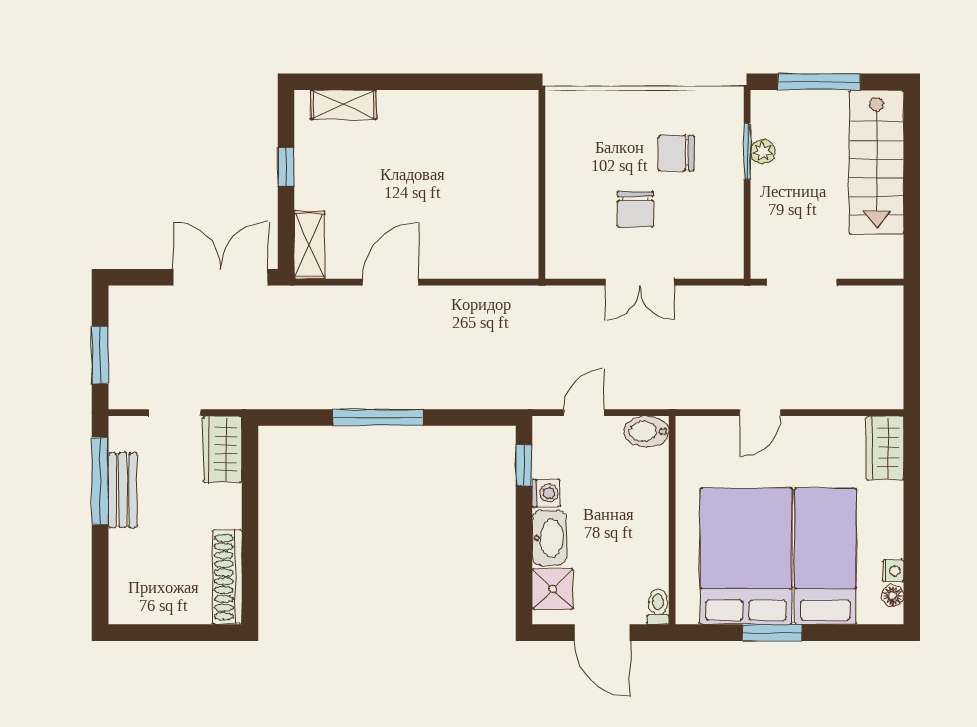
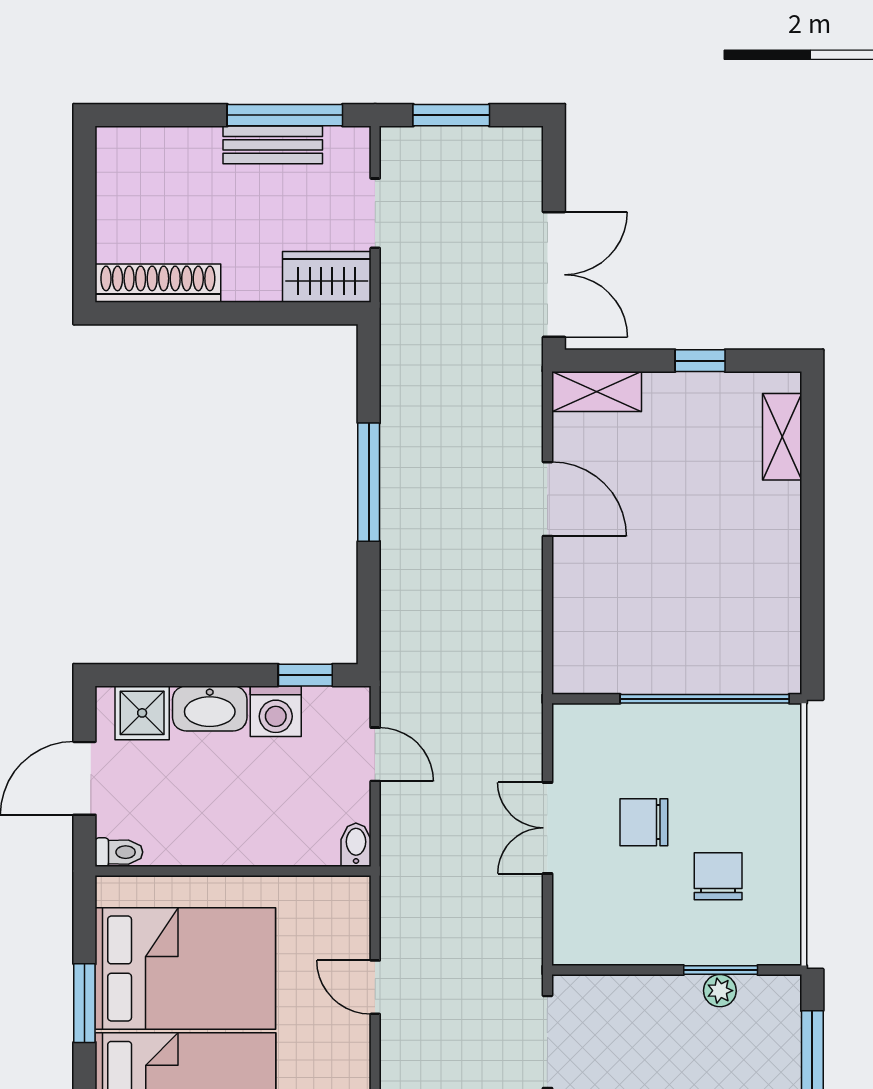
window: (542, 163) -> (705, 699), added
bidet: (646, 431) -> (356, 845), width x0.72, depth x0.74
washing machine: (546, 493) -> (276, 711), width x1.38, depth x1.38

